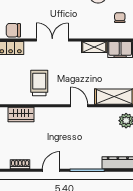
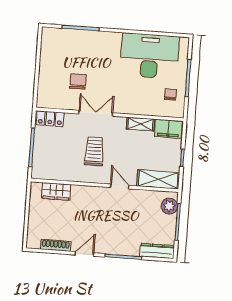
chair: (13, 30) -> (78, 81), moved, turned 90
trolley: (39, 83) -> (94, 151), moved
shoe rack: (20, 164) -> (56, 245), width x1.43

